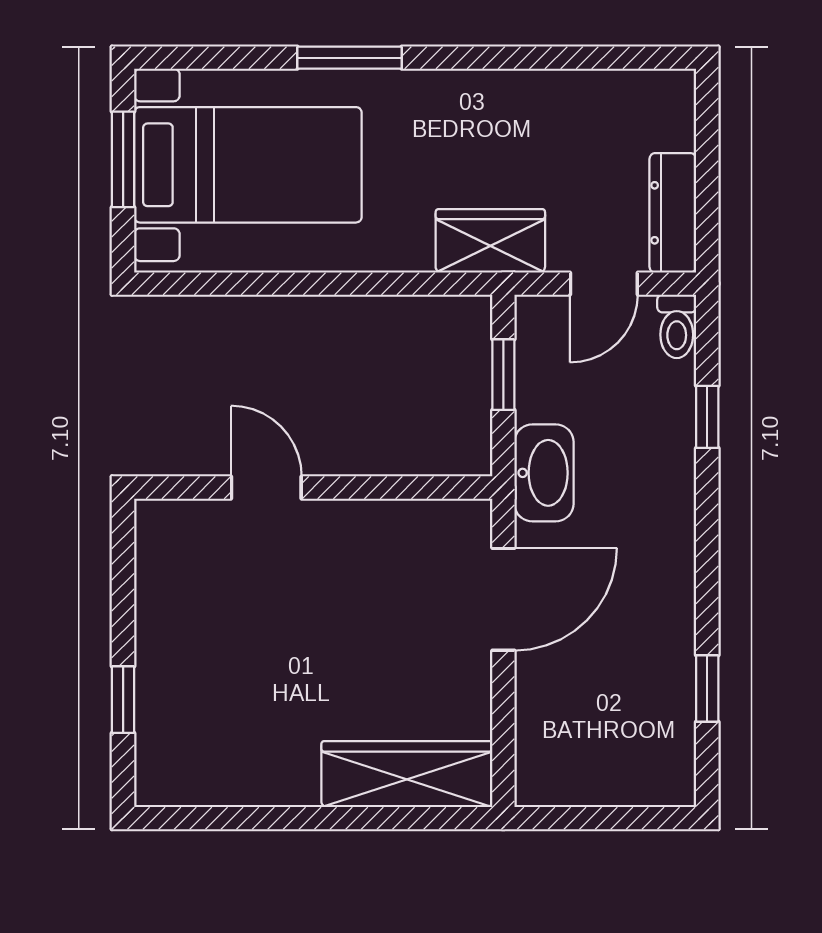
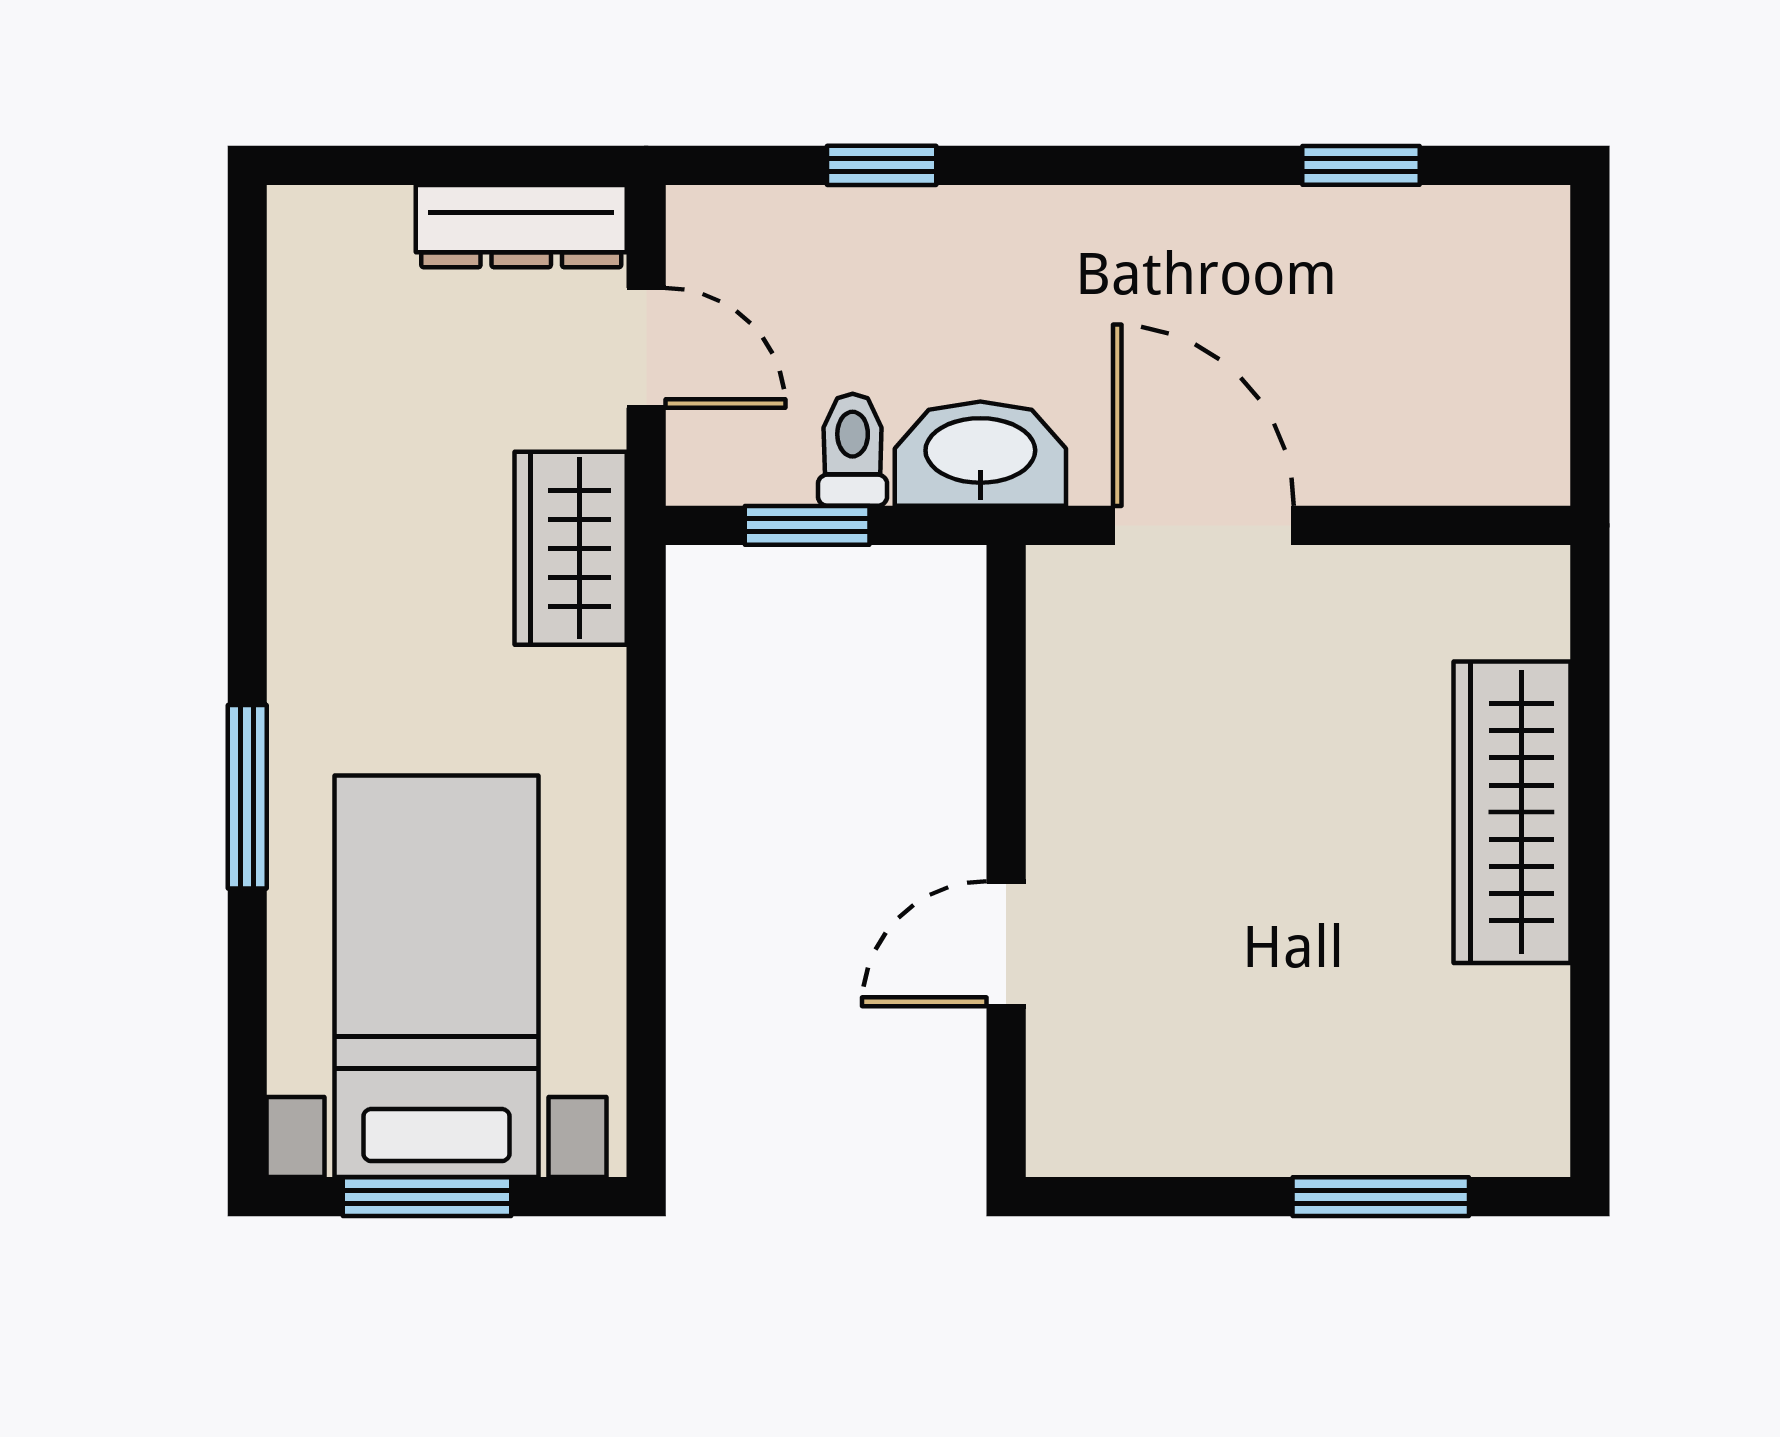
toilet: (677, 326) -> (853, 450), moved, turned -90
window: (123, 700) -> (1381, 1197), width x1.50
wardrobe: (407, 774) -> (1512, 812), moved

